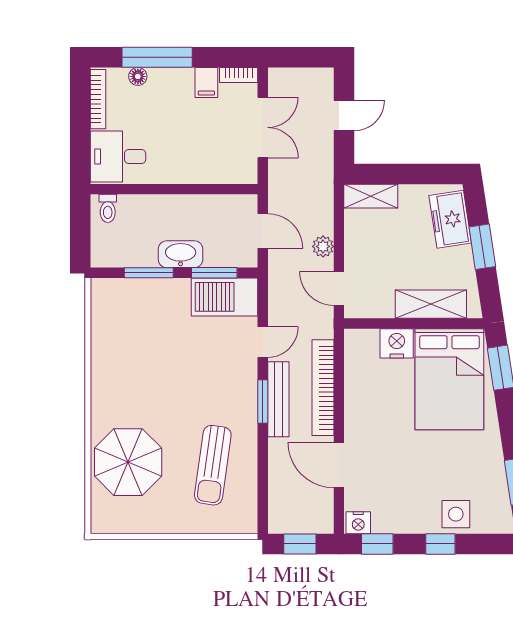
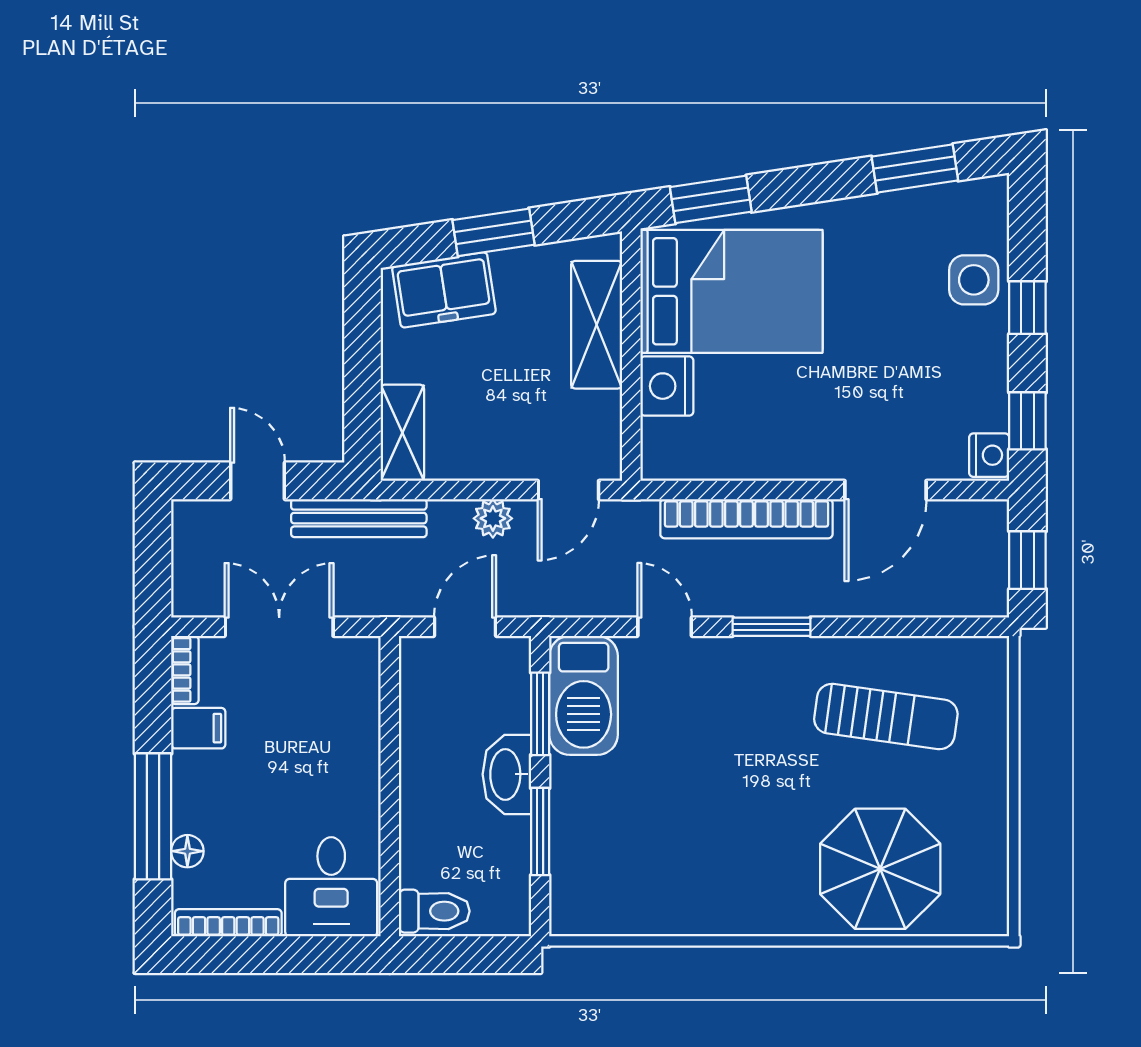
toilet: (108, 208) -> (434, 911), width x1.37, depth x1.39
bench: (278, 399) -> (359, 518), moved

